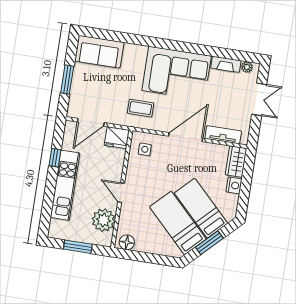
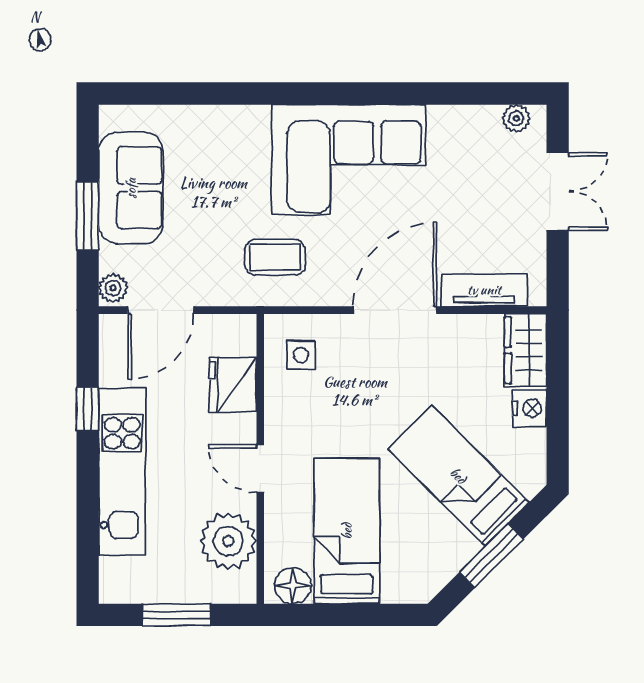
sofa: (99, 52) -> (131, 188), moved, turned -90
fireplace: (226, 64) -> (464, 120), removed
plant: (73, 110) -> (113, 288), added
fridge: (117, 138) -> (233, 385), moved, turned 90
bed: (178, 223) -> (347, 531), moved, turned 45

